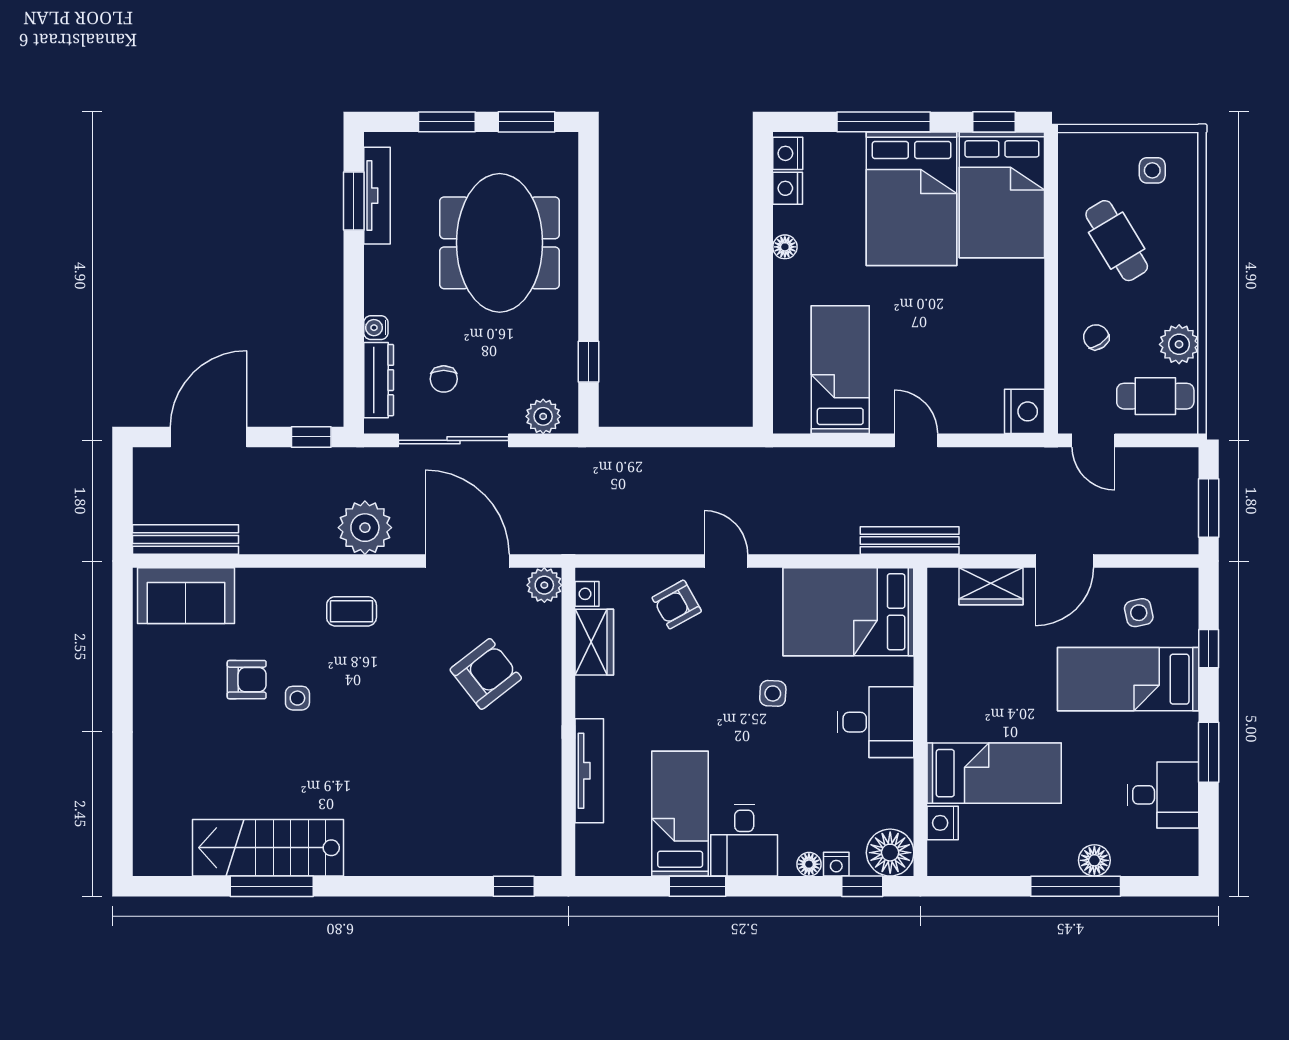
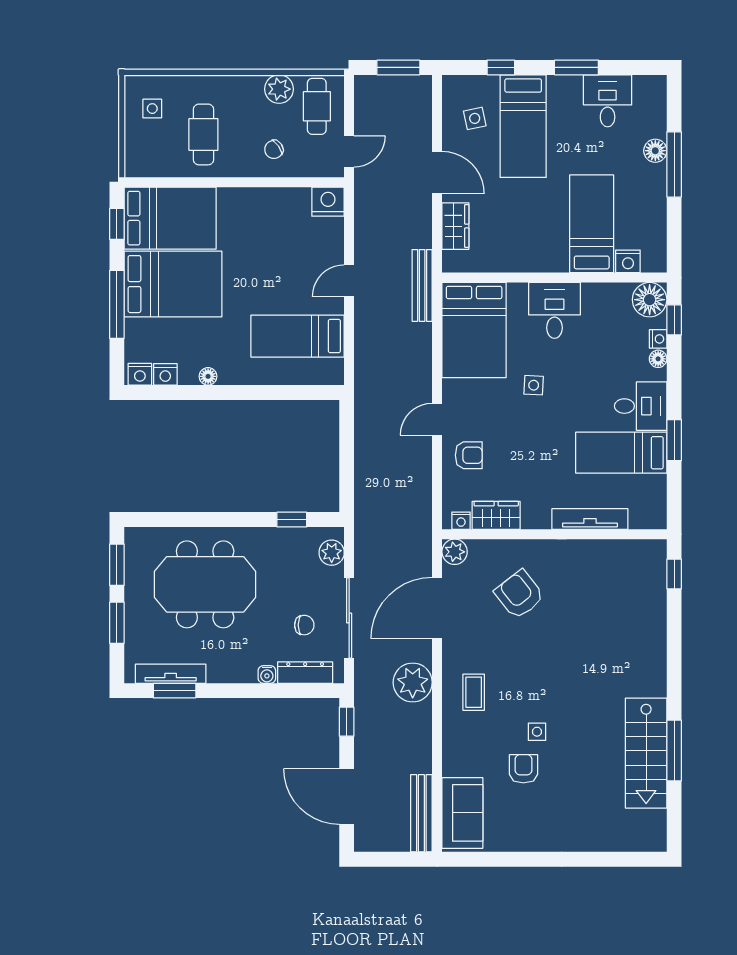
cafe table: (1117, 241) -> (203, 134), turned -59
armchair: (677, 604) -> (469, 455), turned -61

